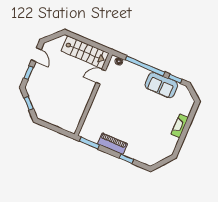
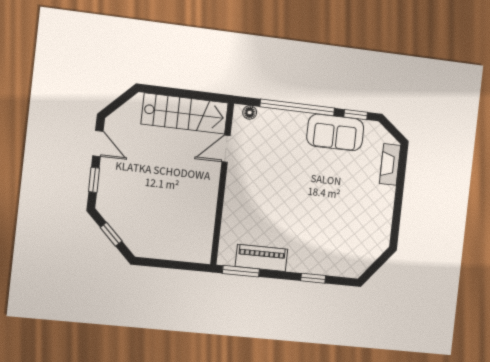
fireplace: (180, 126) -> (390, 164), moved
piano: (112, 144) -> (261, 258), moved

